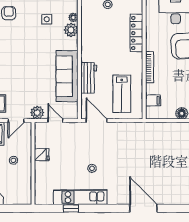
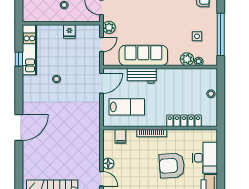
lab bench: (122, 94) -> (127, 107), turned 180
kitchen unit: (80, 197) -> (29, 50), moved

